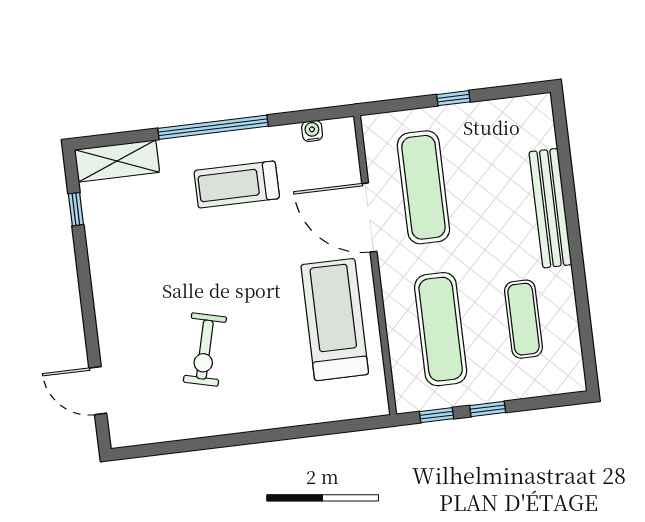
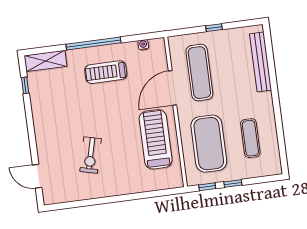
bench: (550, 208) -> (261, 62), moved
door: (369, 217) -> (172, 88), hinge flipped
exercise mat: (441, 329) -> (209, 144), width x1.47

